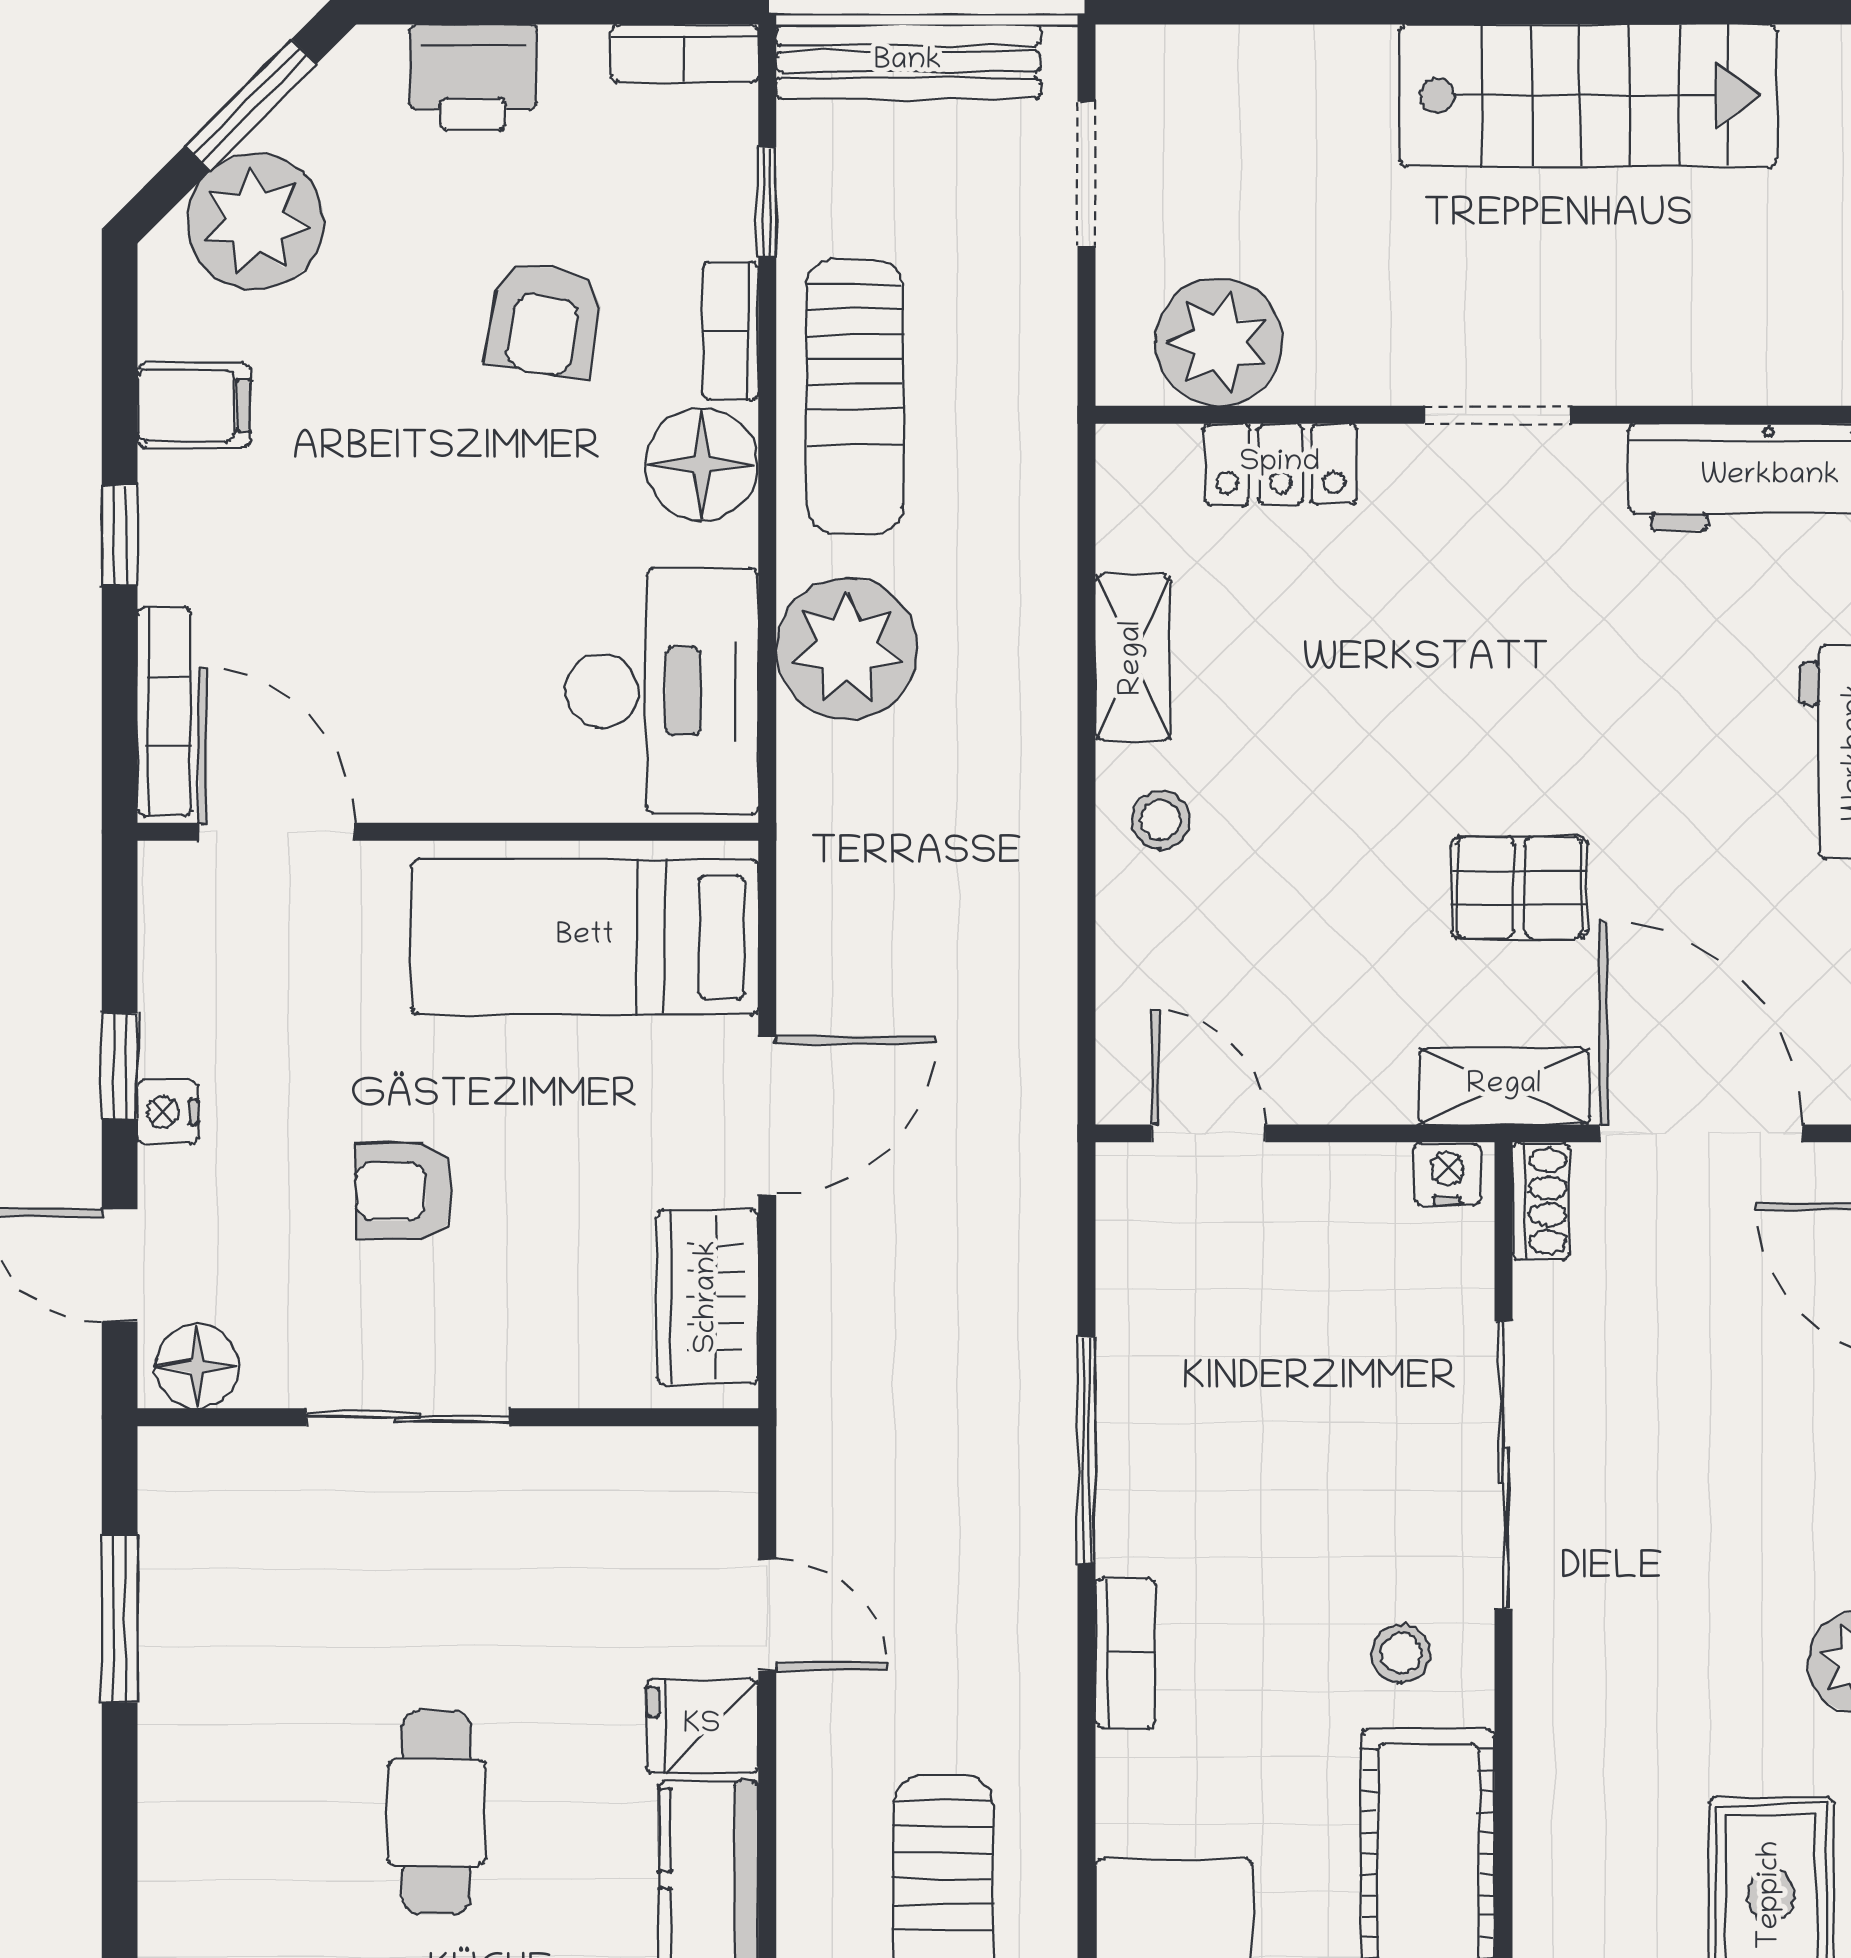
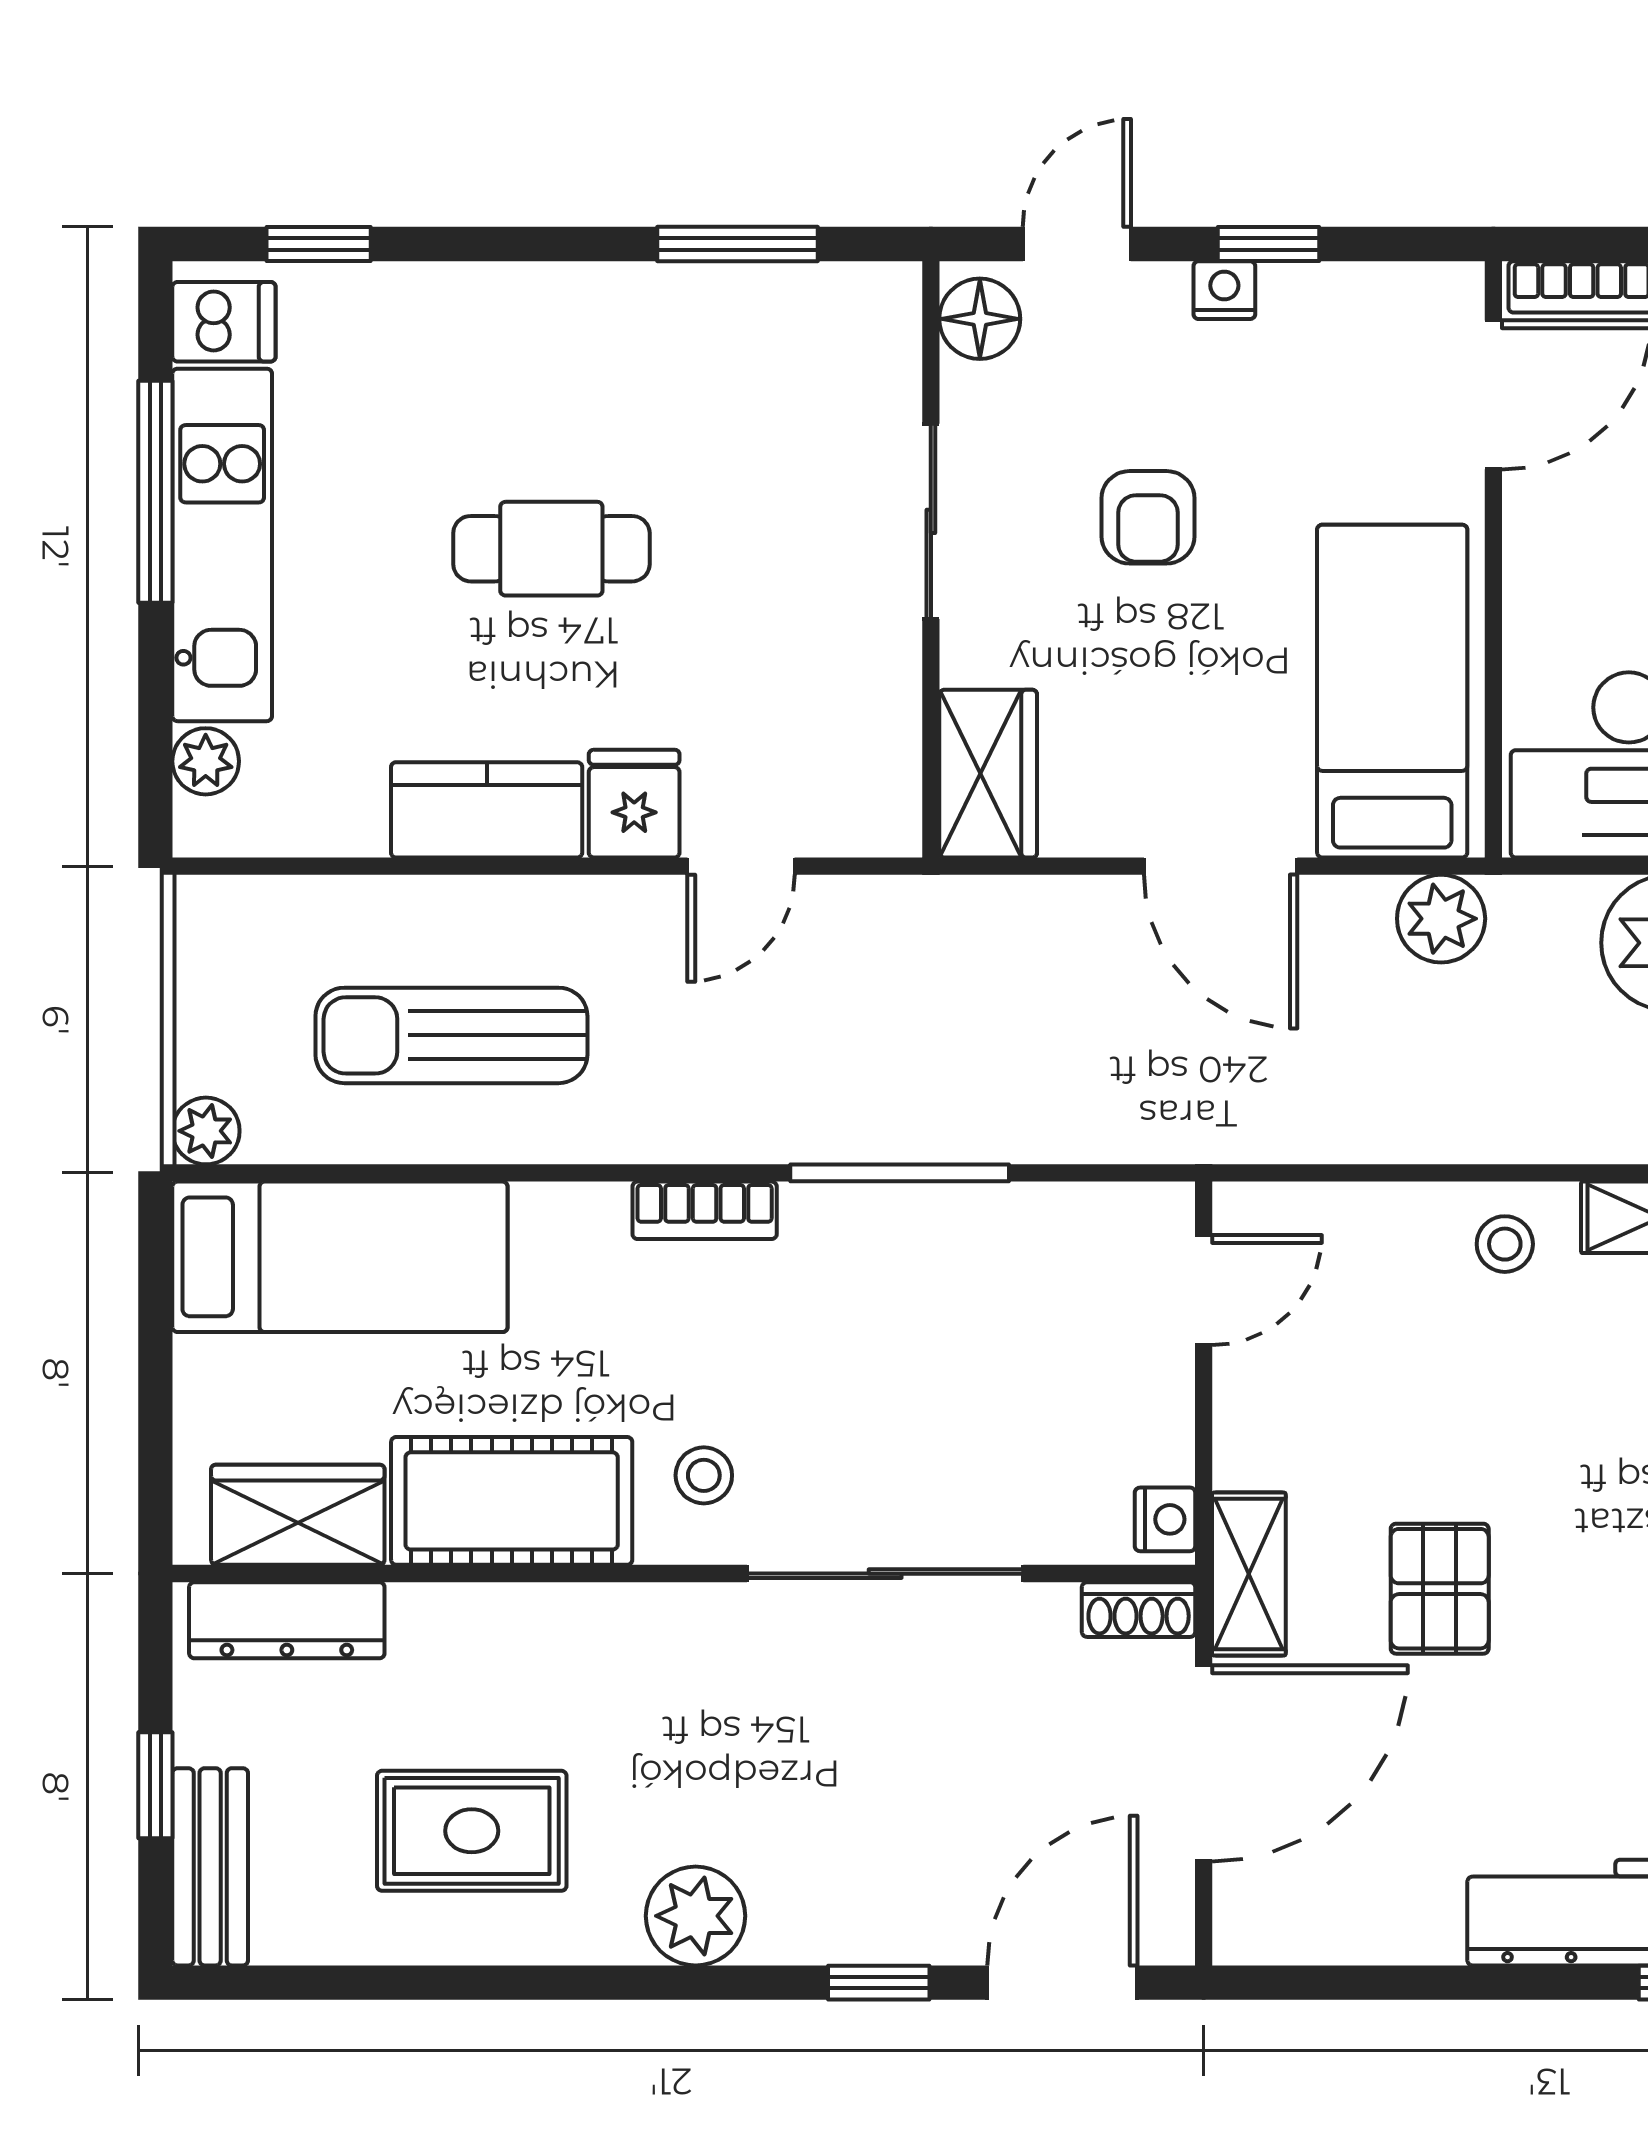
plant: (822, 886) -> (1441, 919), added
armchair: (404, 1191) -> (1148, 517), turned 180
wardrobe: (708, 1297) -> (988, 774), moved, turned 90

